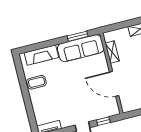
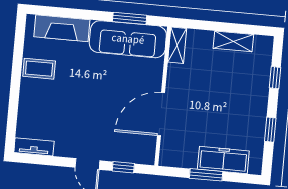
shelving: (112, 52) -> (177, 45), moved
door: (114, 84) -> (161, 114), hinge flipped

